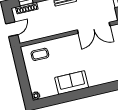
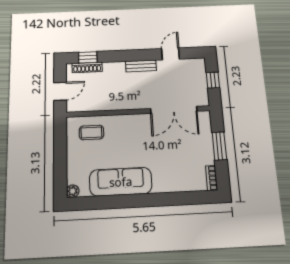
sofa: (72, 83) -> (121, 182), width x1.36

